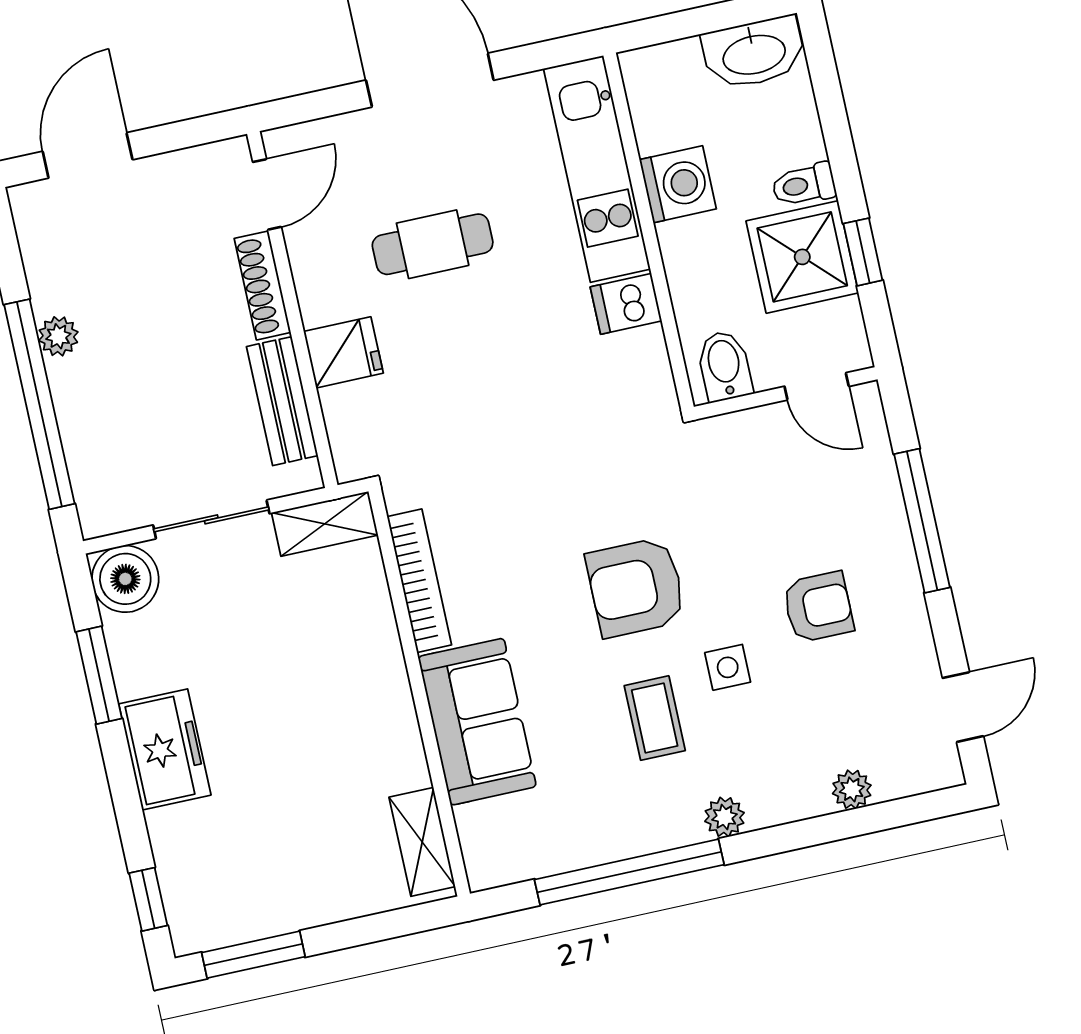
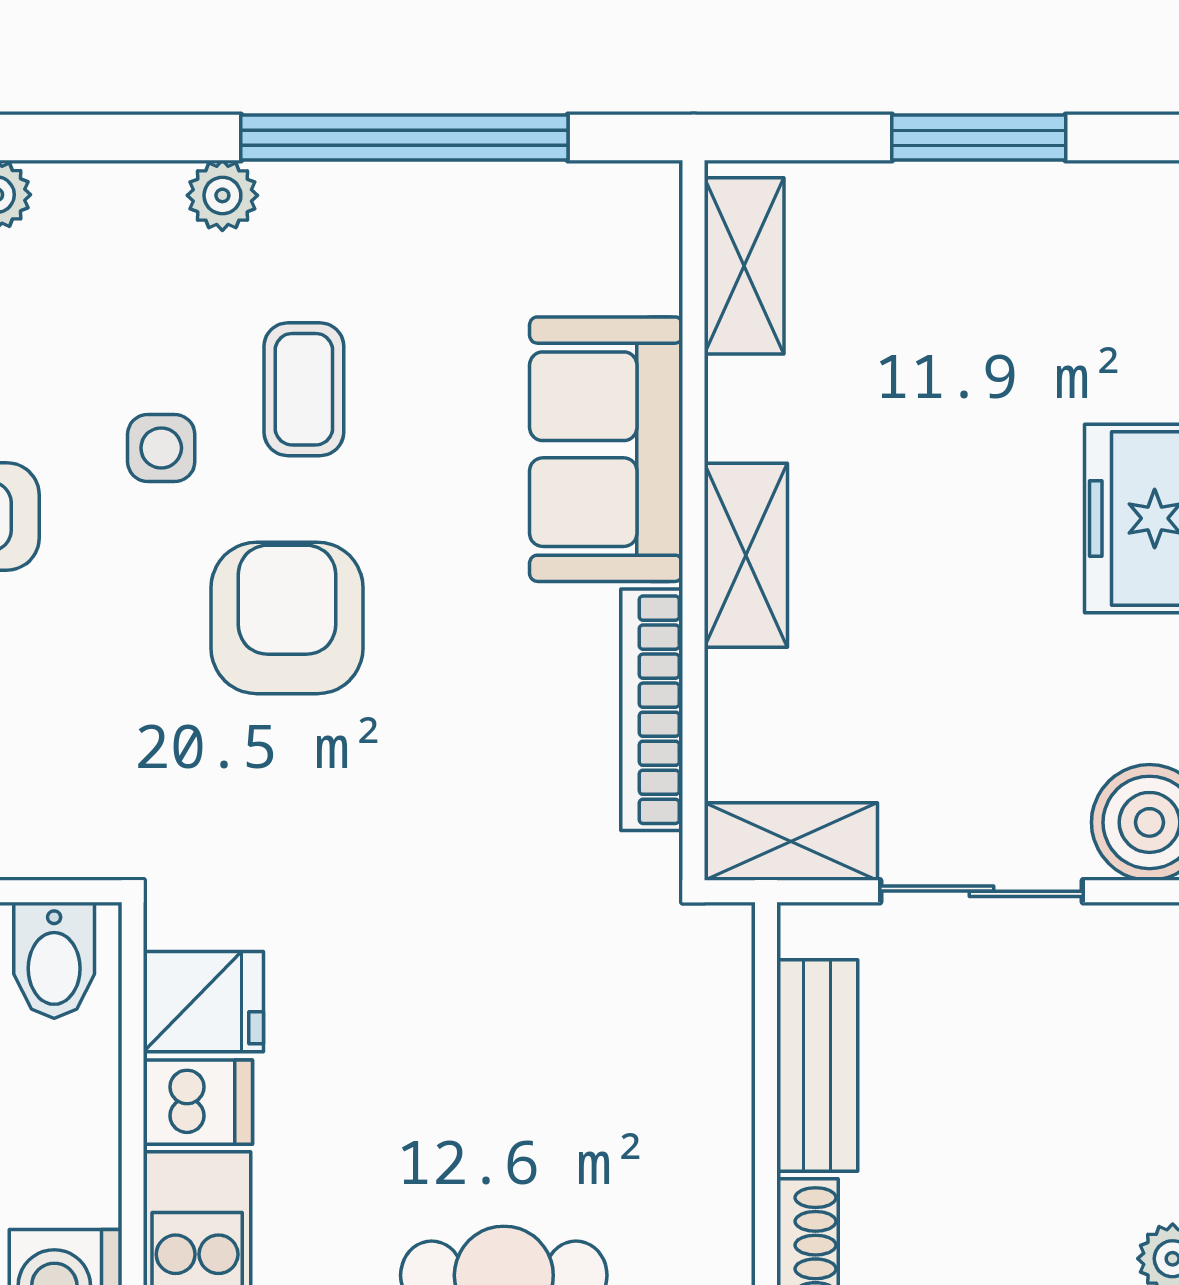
fridge: (343, 352) -> (203, 1002), moved, turned 180
armchair: (636, 587) -> (287, 618), turned -90
shelving: (385, 679) -> (746, 555), added
window: (253, 955) -> (979, 138), moved

